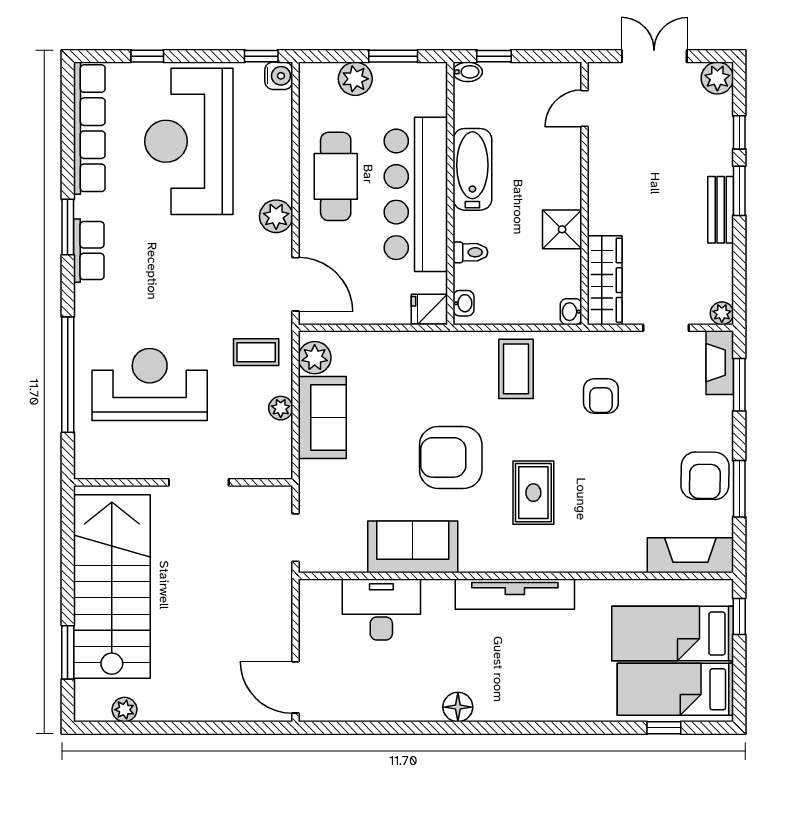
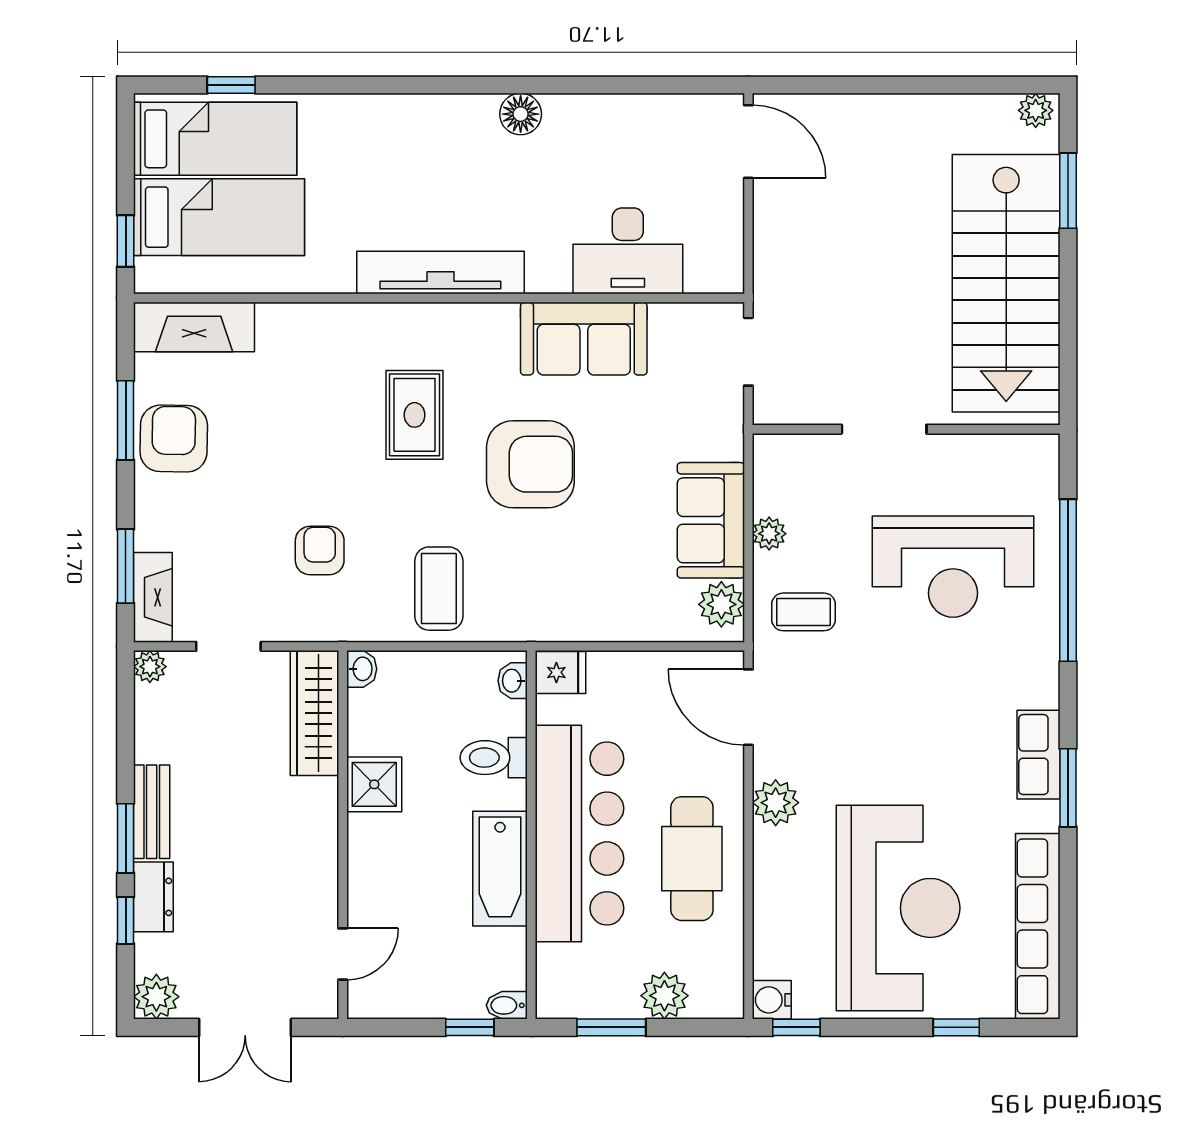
dresser: (719, 149) -> (153, 897), added
toilet: (470, 252) -> (494, 758), width x1.37, depth x1.39
plant: (125, 710) -> (1036, 110), moved

